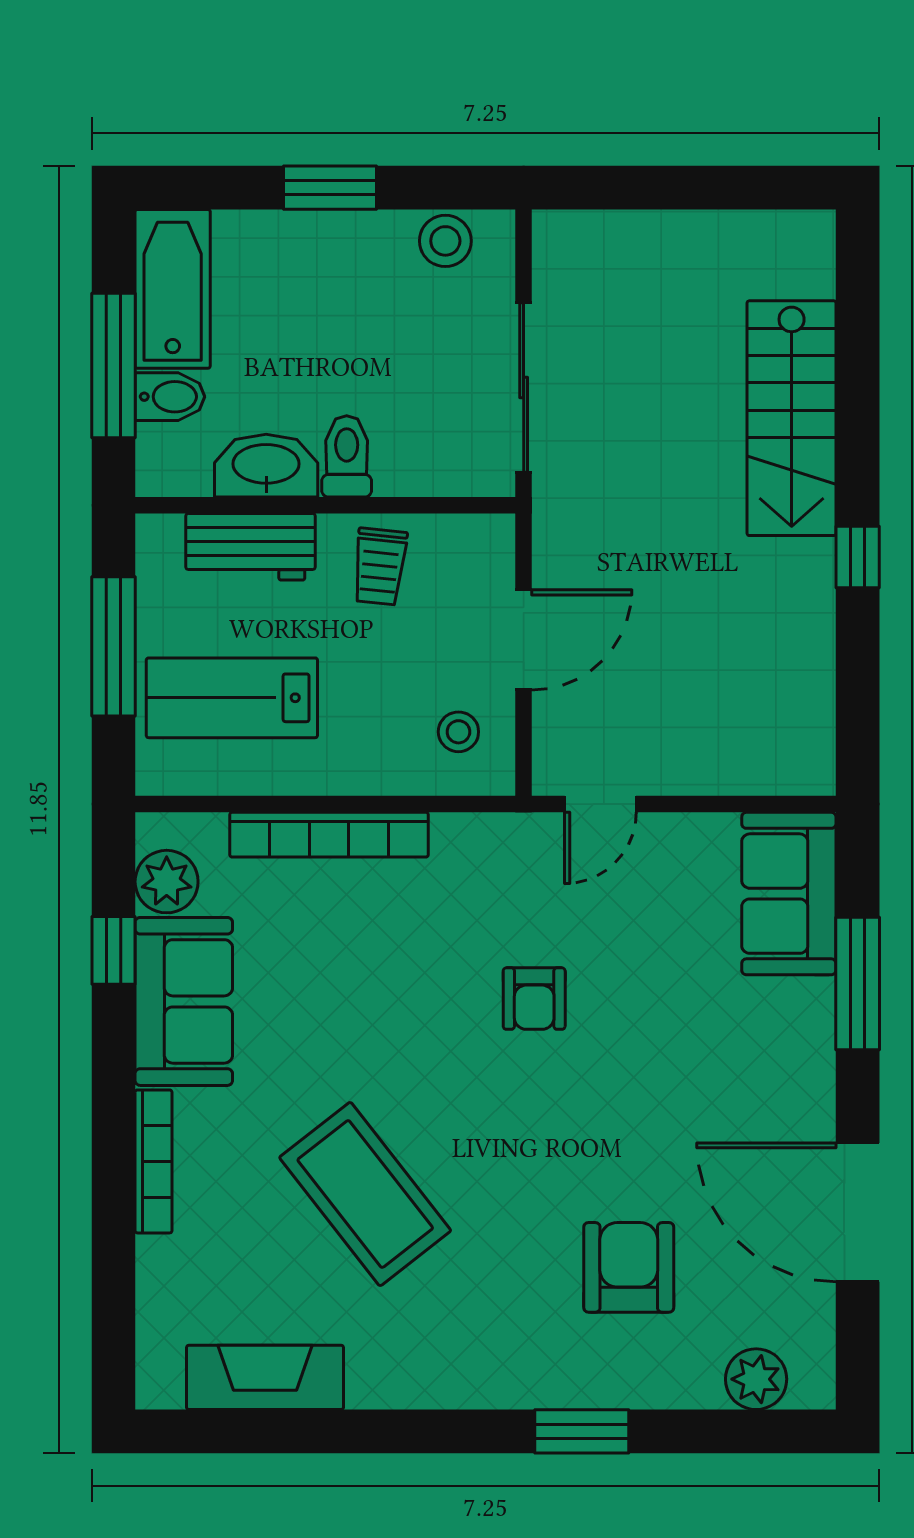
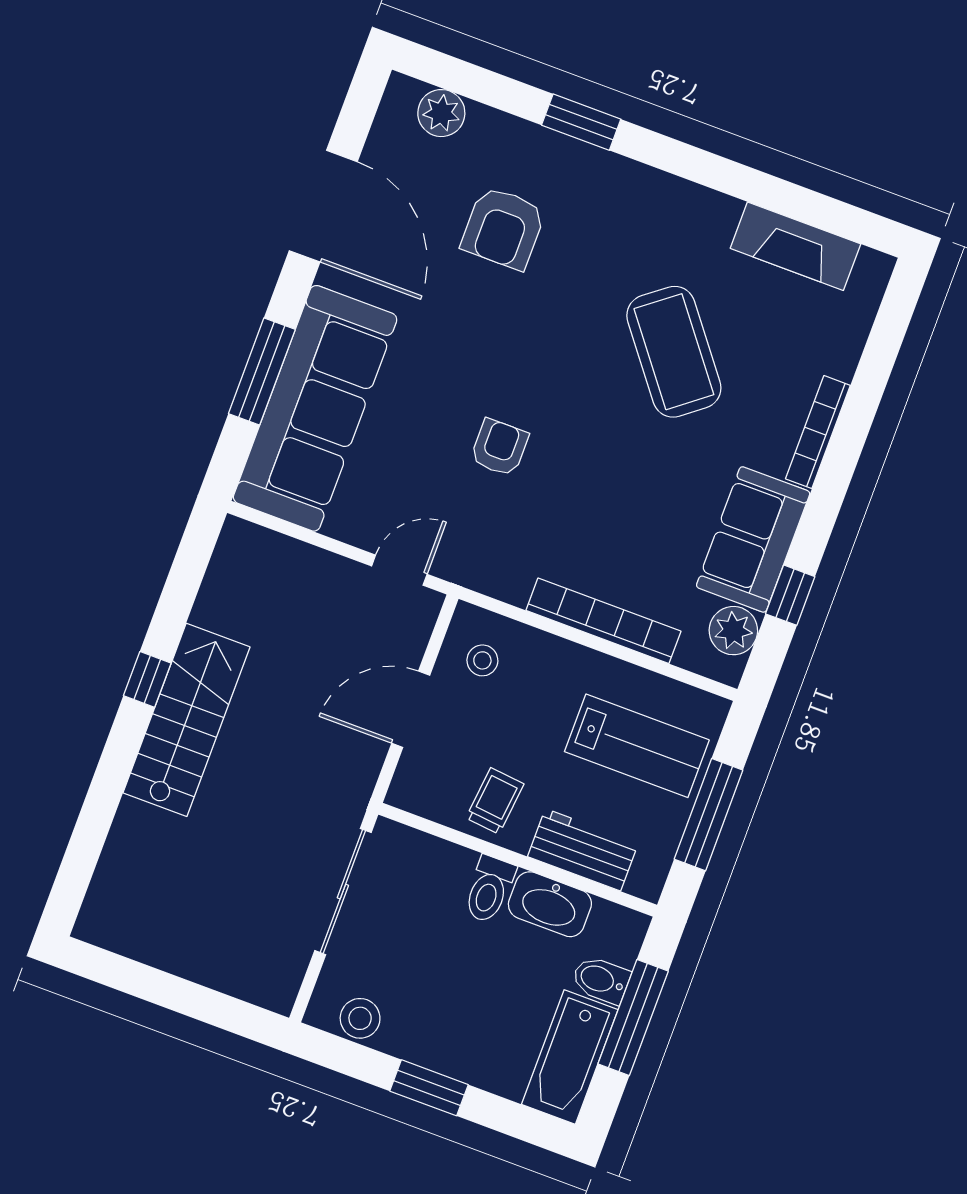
stairs: (792, 418) -> (187, 720), moved
sofa: (789, 894) -> (315, 408), width x1.85, depth x1.27

